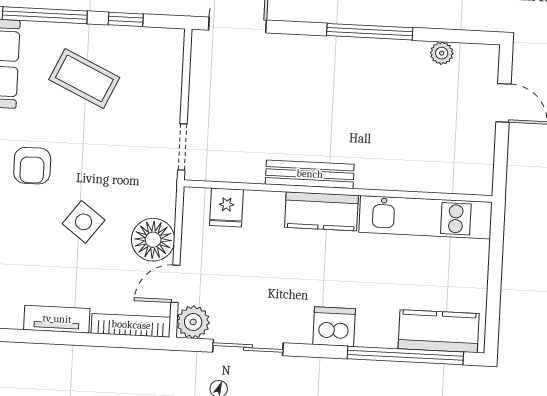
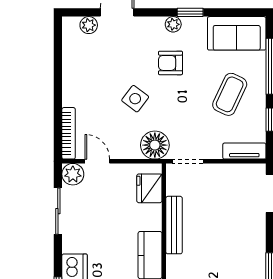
bench: (310, 174) -> (174, 225), moved
fridge: (226, 207) -> (149, 188), width x1.38
floor lamp: (153, 240) -> (155, 145), moved
tv unit: (57, 319) -> (244, 151), moved, turned -90

